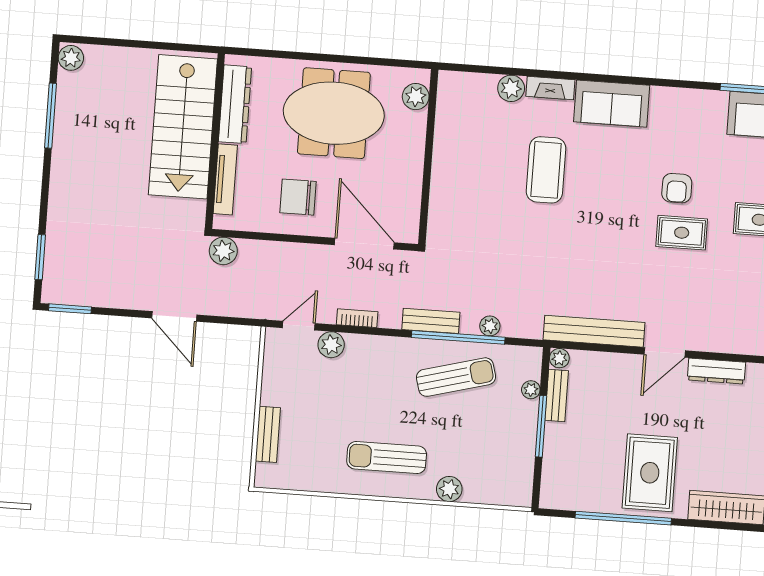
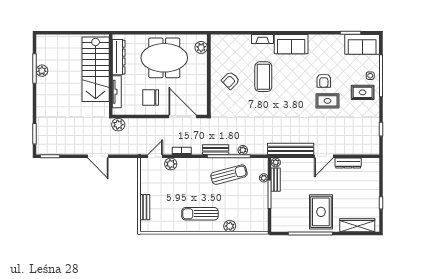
plant: (71, 58) -> (42, 71), moved
plant: (511, 88) -> (245, 40), removed
armchair: (474, 173) -> (230, 80), added

